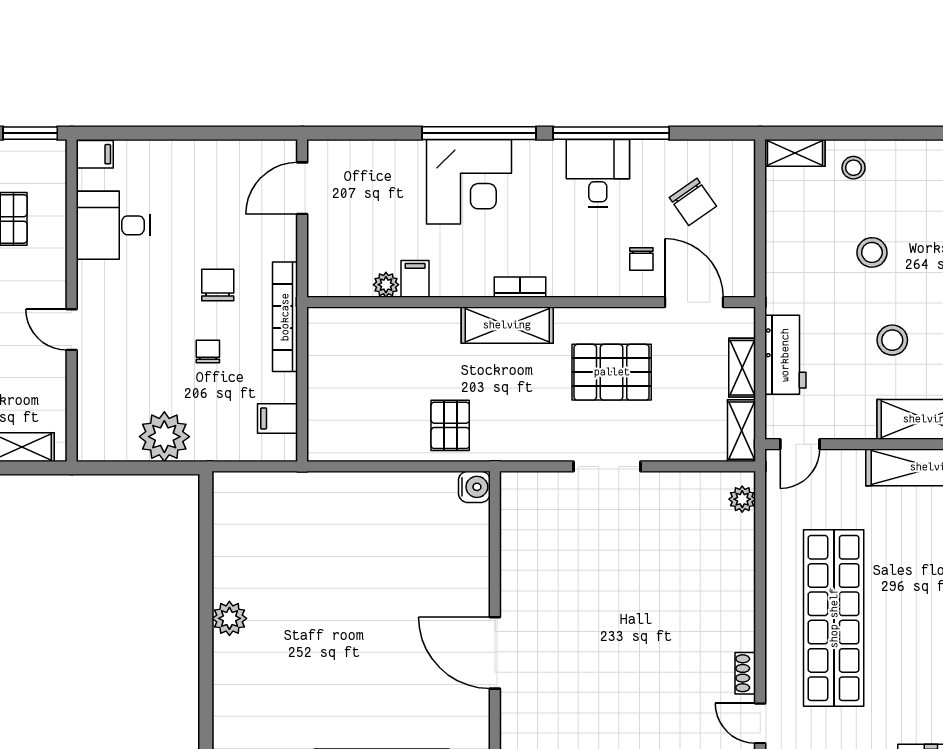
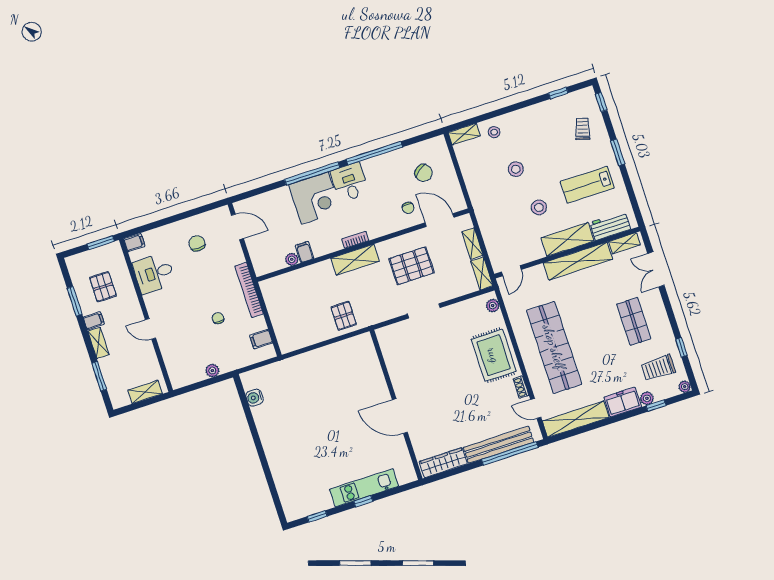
desk: (598, 173) -> (350, 182), moved
door: (302, 188) -> (237, 227), swing flipped
chair: (218, 285) -> (197, 243), moved
workbench: (785, 355) -> (491, 231), removed
plant: (164, 437) -> (212, 371), width x0.53, depth x0.53
water cooler: (474, 487) -> (254, 398), moved, turned 180
rug: (713, 595) -> (494, 355), added
plant: (229, 618) -> (269, 441), removed

